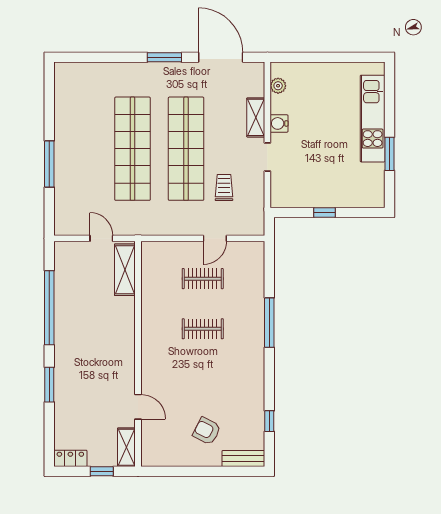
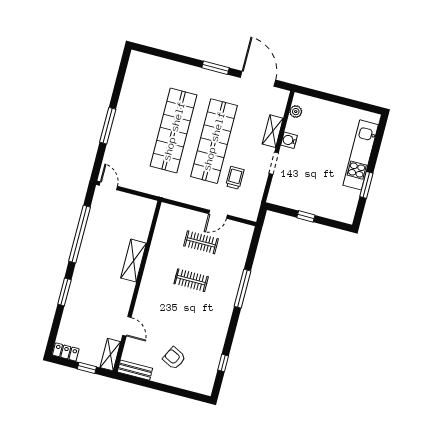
door: (101, 238) -> (108, 186), moved
shelving: (125, 270) -> (134, 261), moved
bench: (243, 459) -> (135, 370), moved

